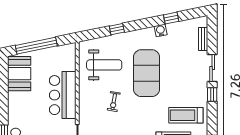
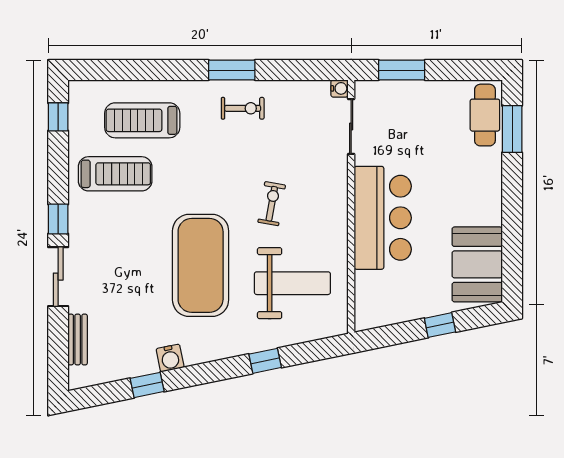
window: (36, 46) -> (440, 325), width x0.32
weight bench: (104, 65) -> (292, 283), turned 180

